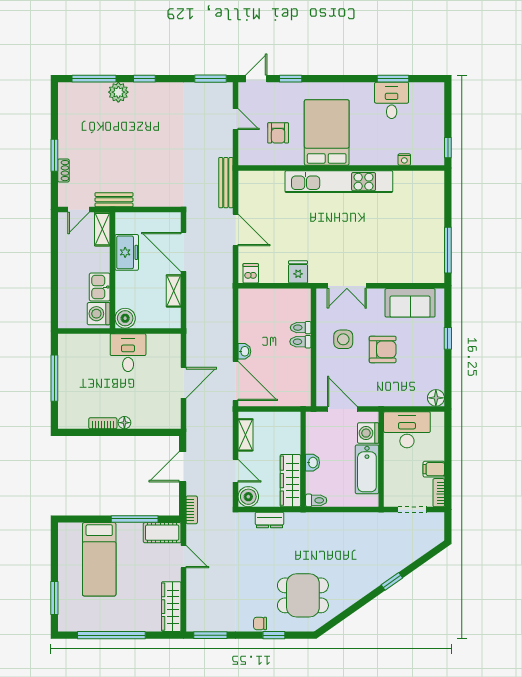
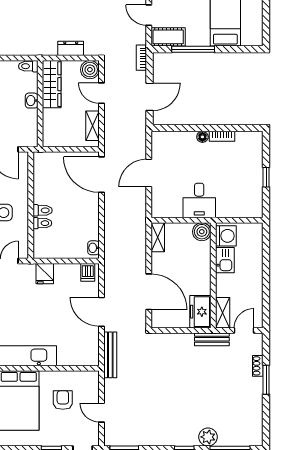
freezer: (127, 252) -> (200, 312), moved
shelving: (174, 291) -> (158, 237), moved
washbasin: (244, 351) -> (93, 248), moved
window: (54, 378) -> (266, 177), width x0.46

